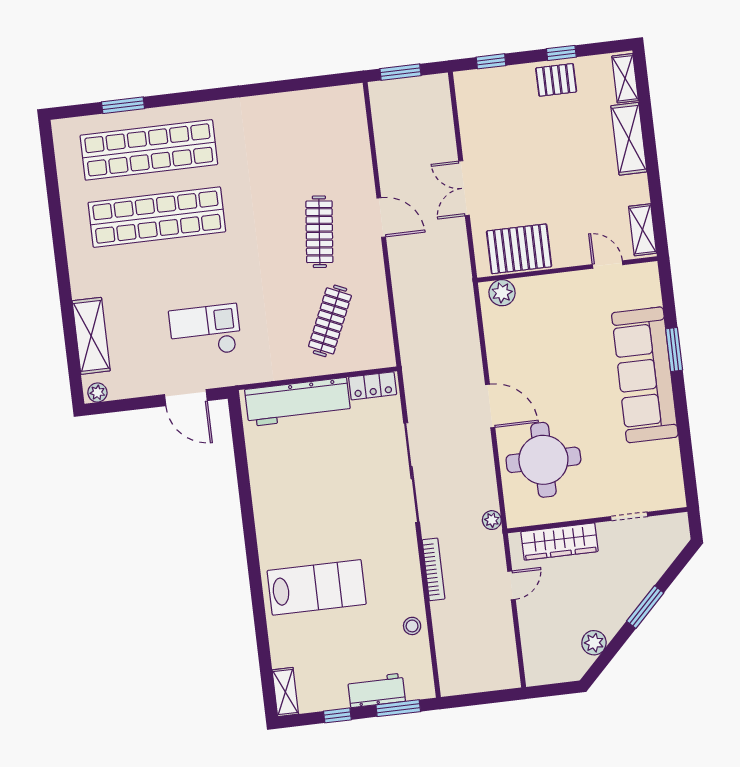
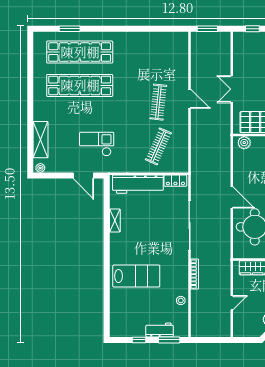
plant: (492, 520) -> (226, 253), removed
door: (511, 585) -> (232, 303), moved
shelving: (285, 692) -> (115, 220), moved

